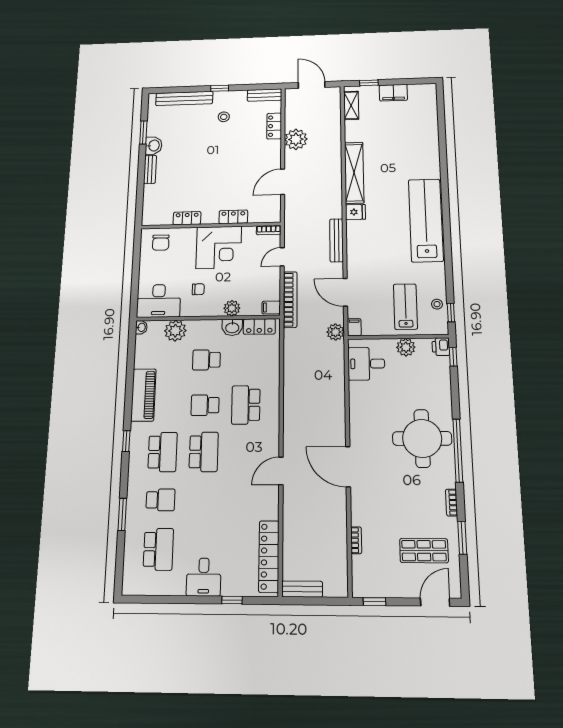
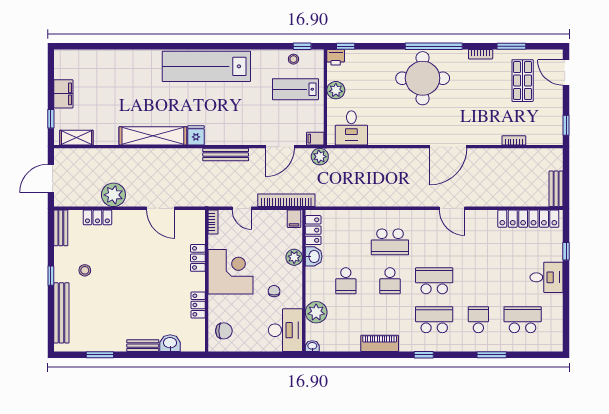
washbasin: (154, 146) -> (170, 343), moved
piano: (143, 395) -> (380, 343), width x0.73, depth x0.75

